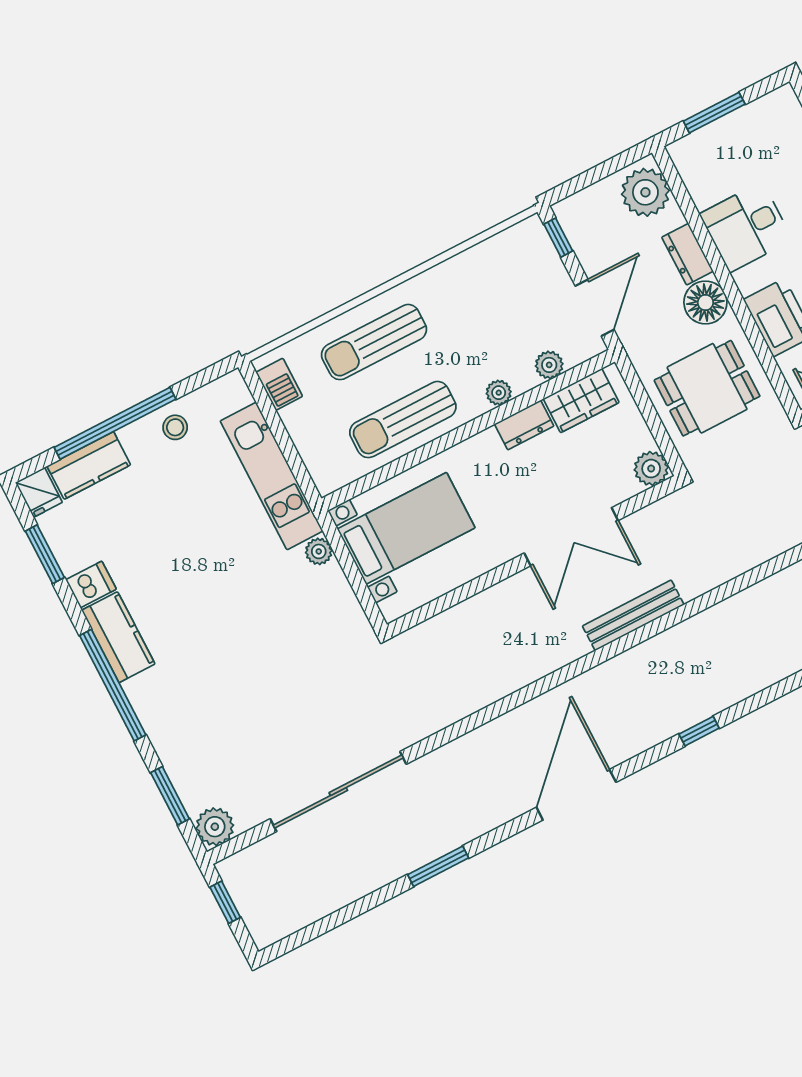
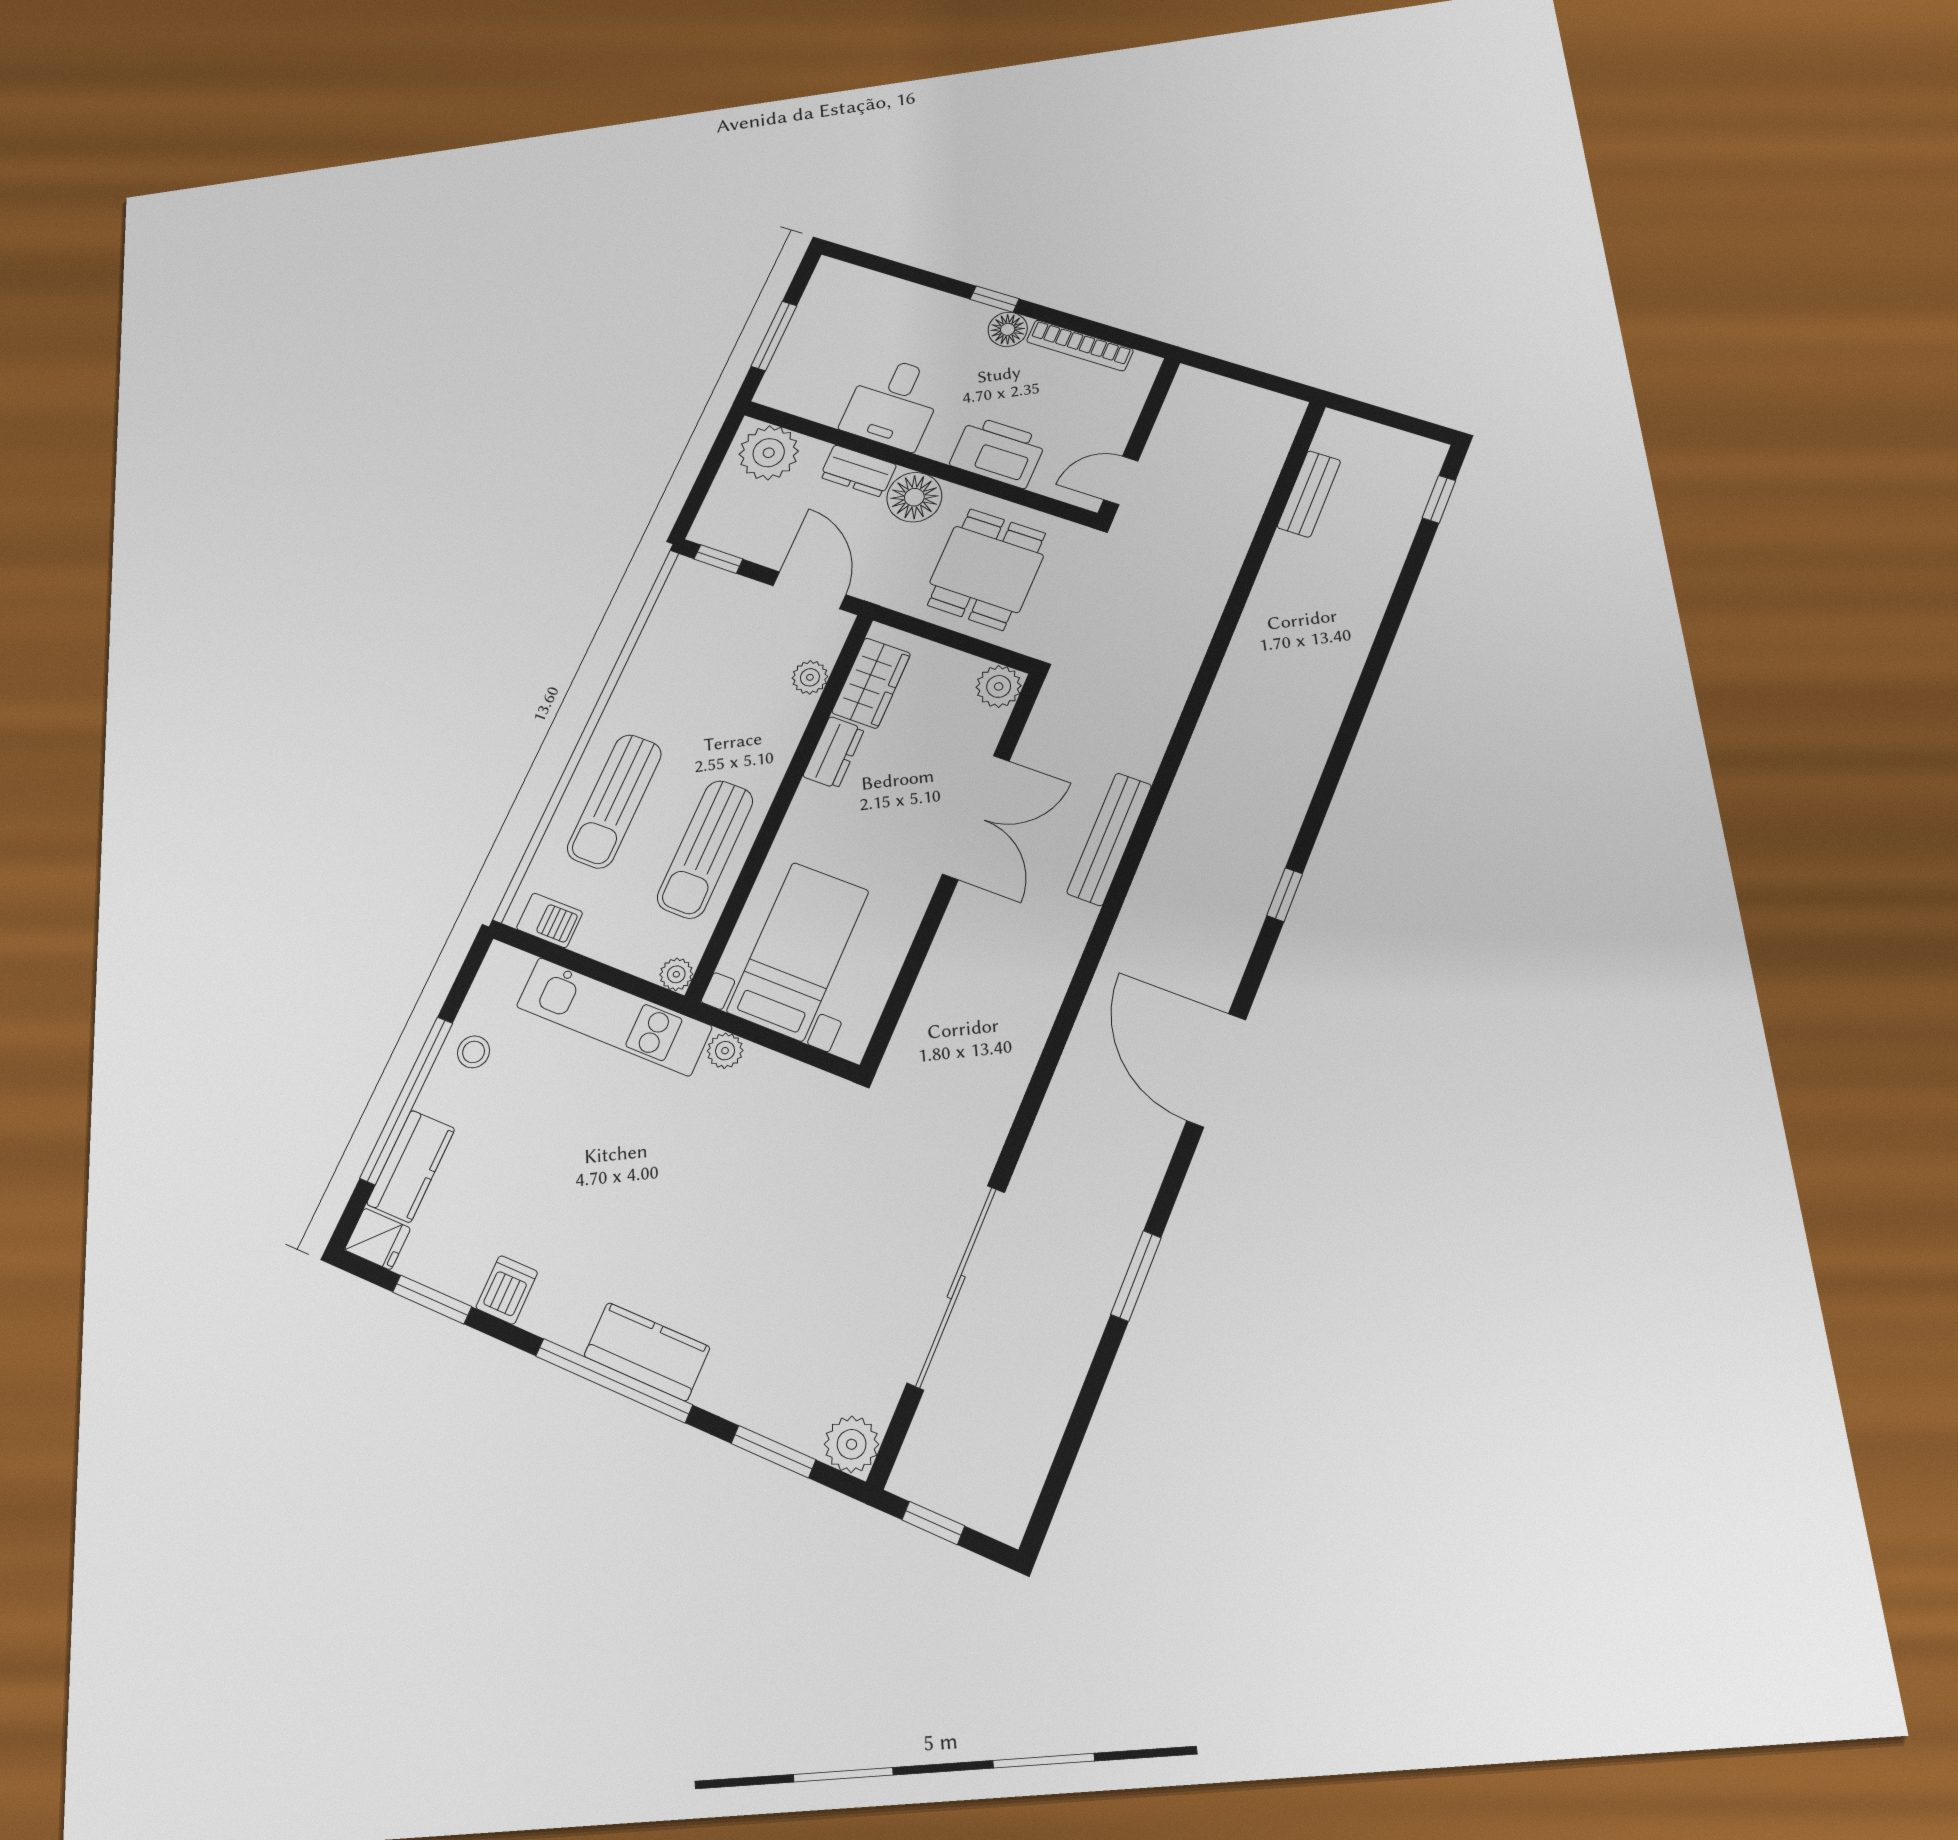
plant: (499, 393) -> (676, 974), moved
kitchen counter: (118, 637) -> (647, 1352), moved

